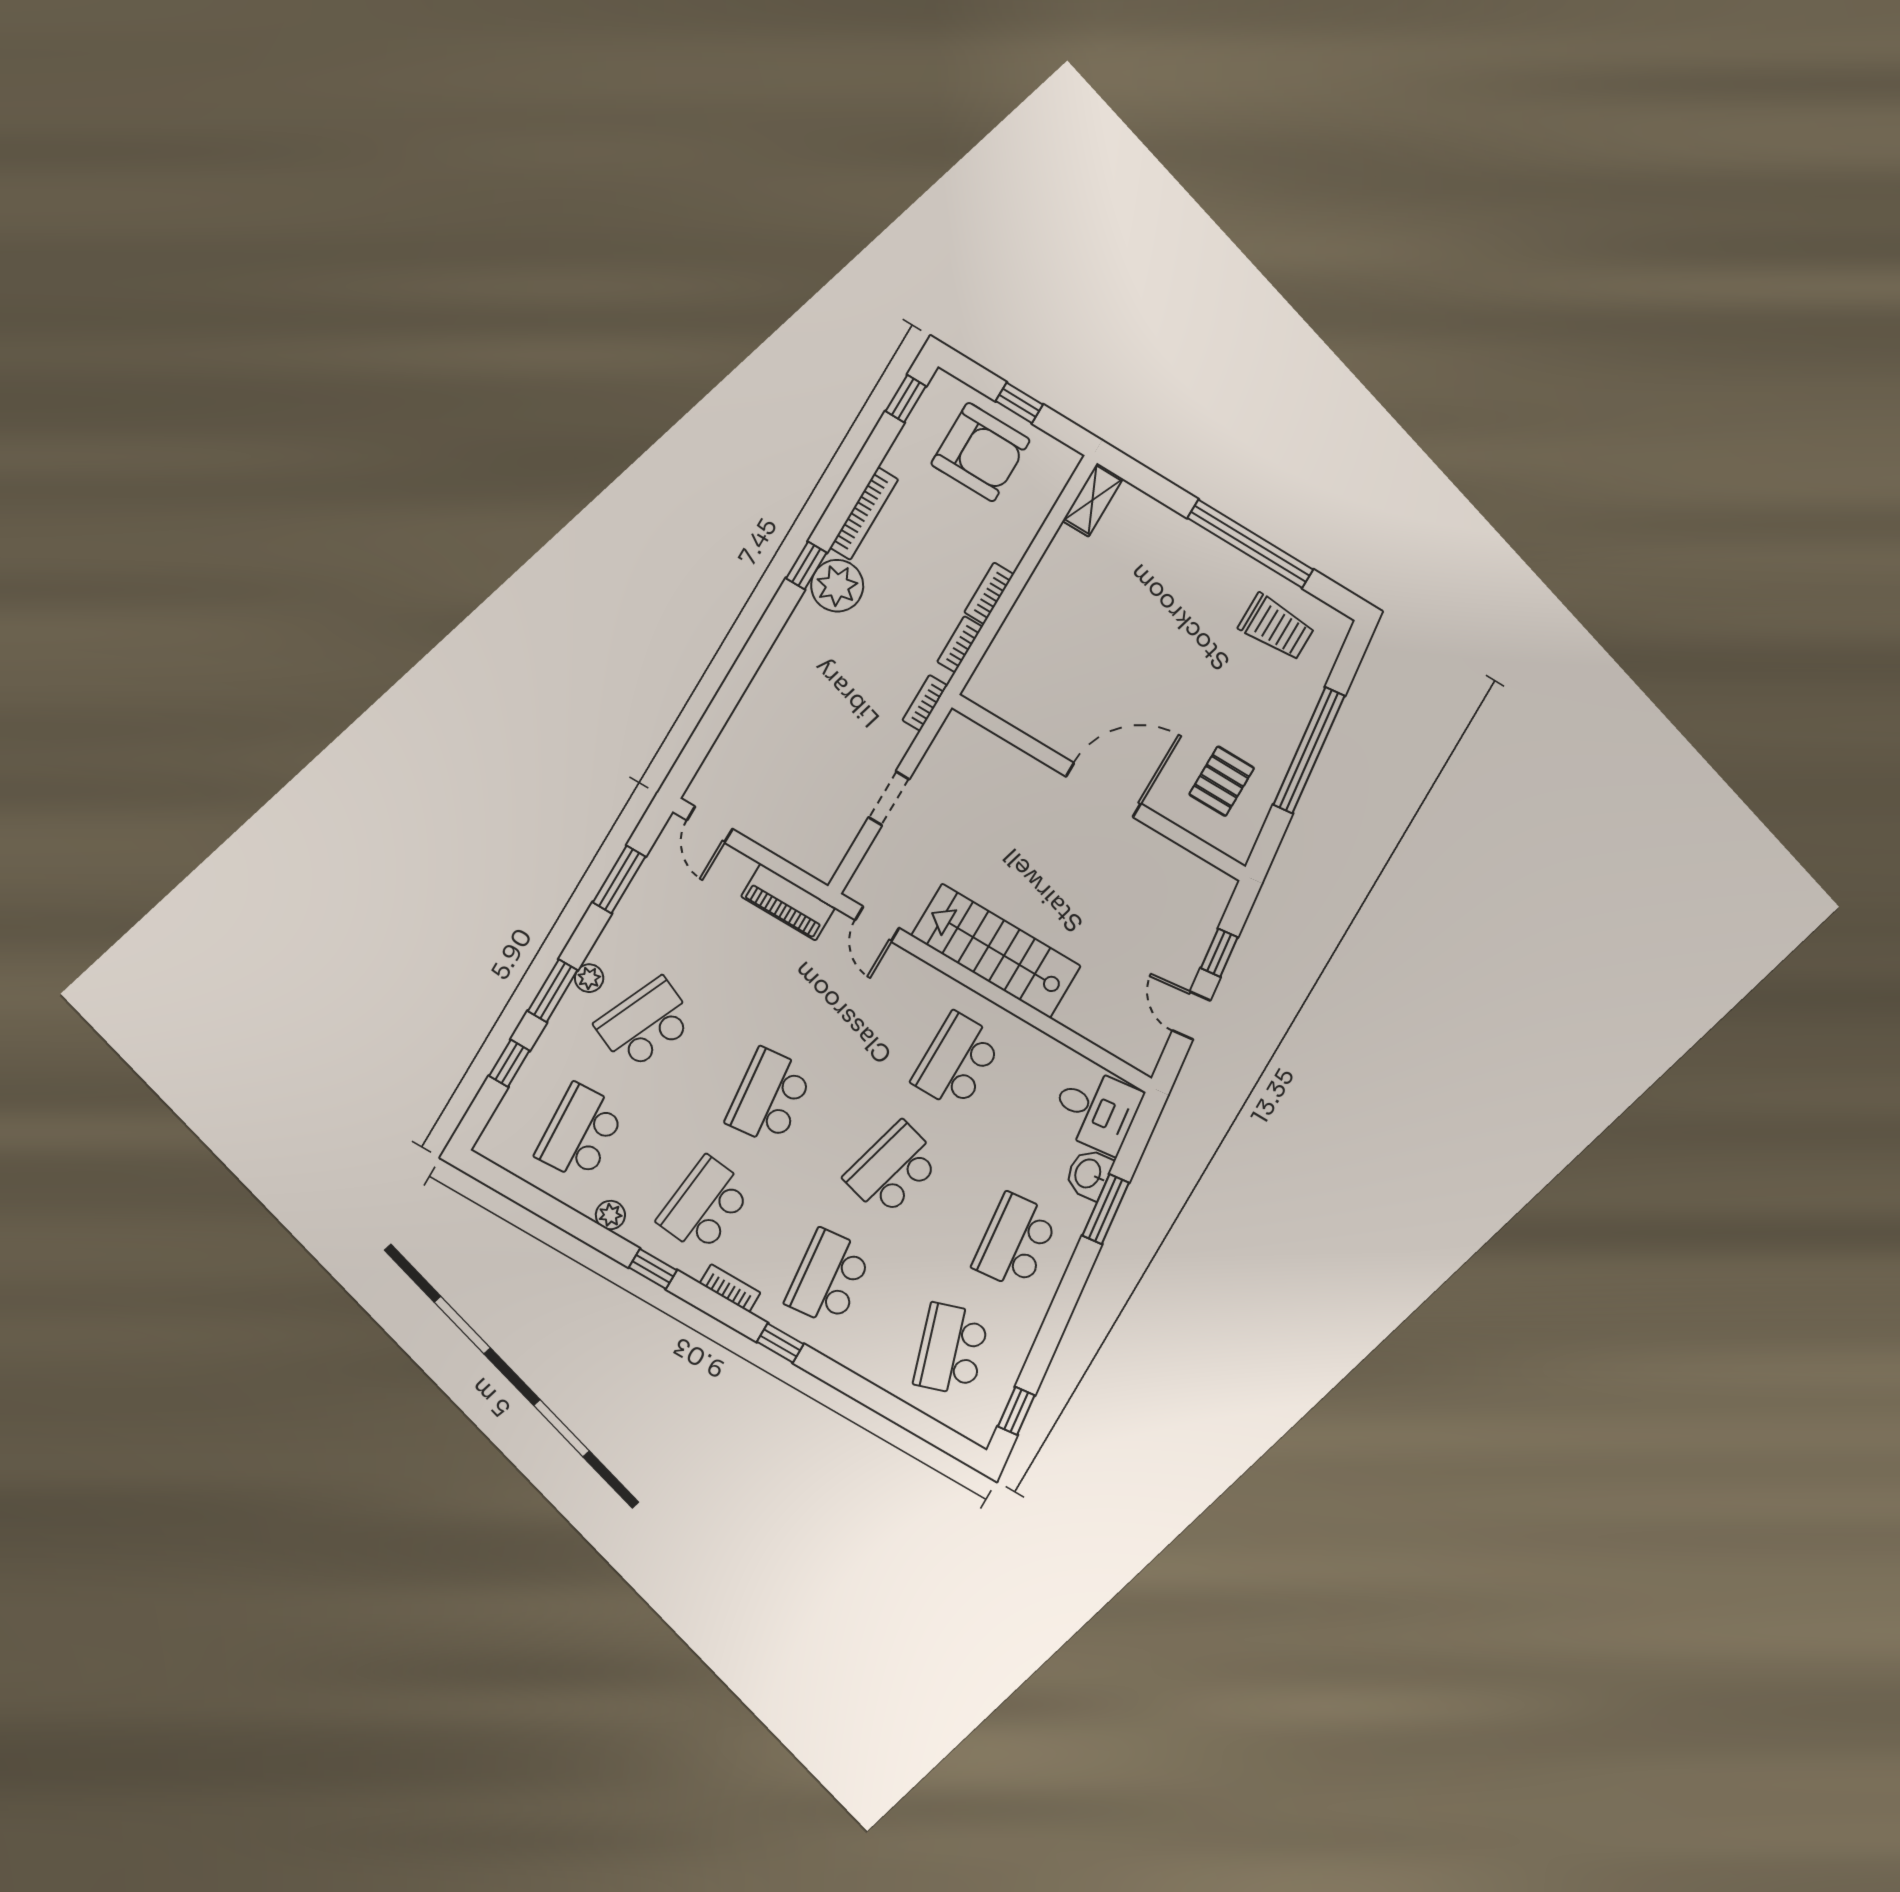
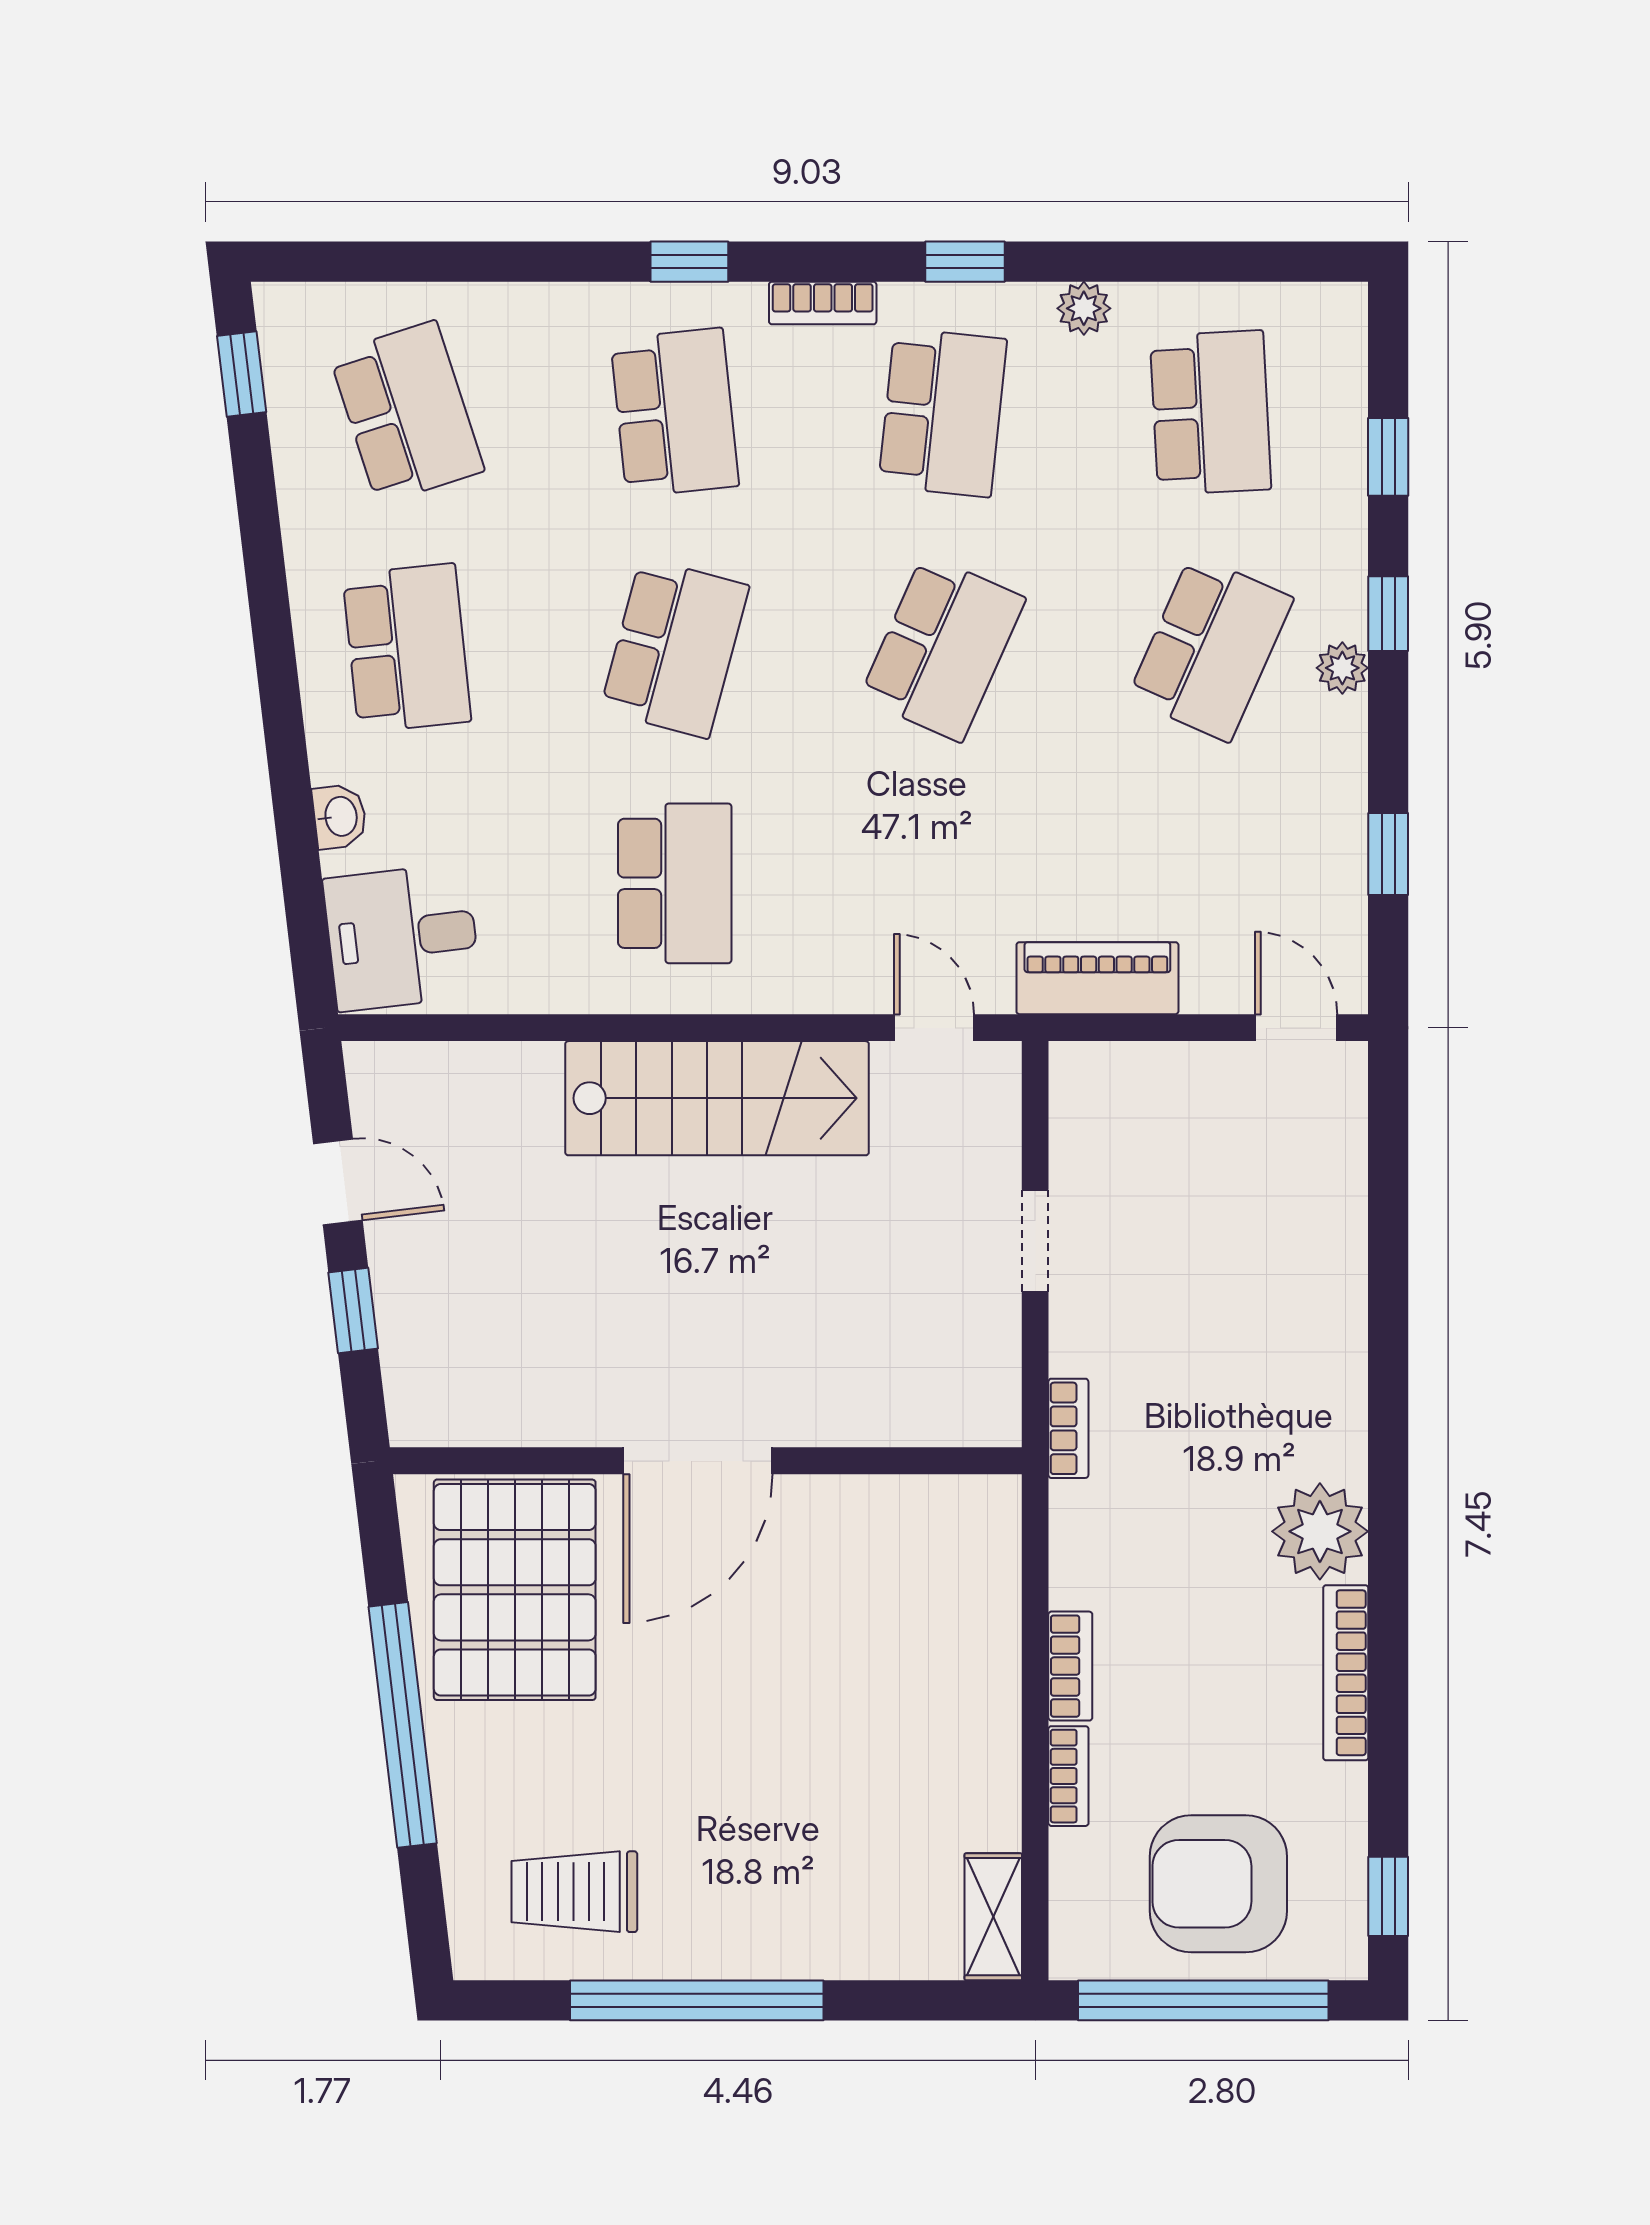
window: (1019, 403) -> (1203, 2000), width x3.17
window: (806, 566) -> (1388, 1534), removed
bookcase: (960, 644) -> (1068, 1776), moved
pallet: (1222, 781) -> (515, 1590), width x2.05, depth x2.00
window: (619, 879) -> (1388, 854), width x0.67
window: (553, 991) -> (1388, 614), width x0.67
school desk: (769, 1097) -> (943, 648), turned 30
washbasin: (1089, 1174) -> (340, 817), width x0.72, depth x0.69
window: (1106, 1209) -> (291, 786), removed

